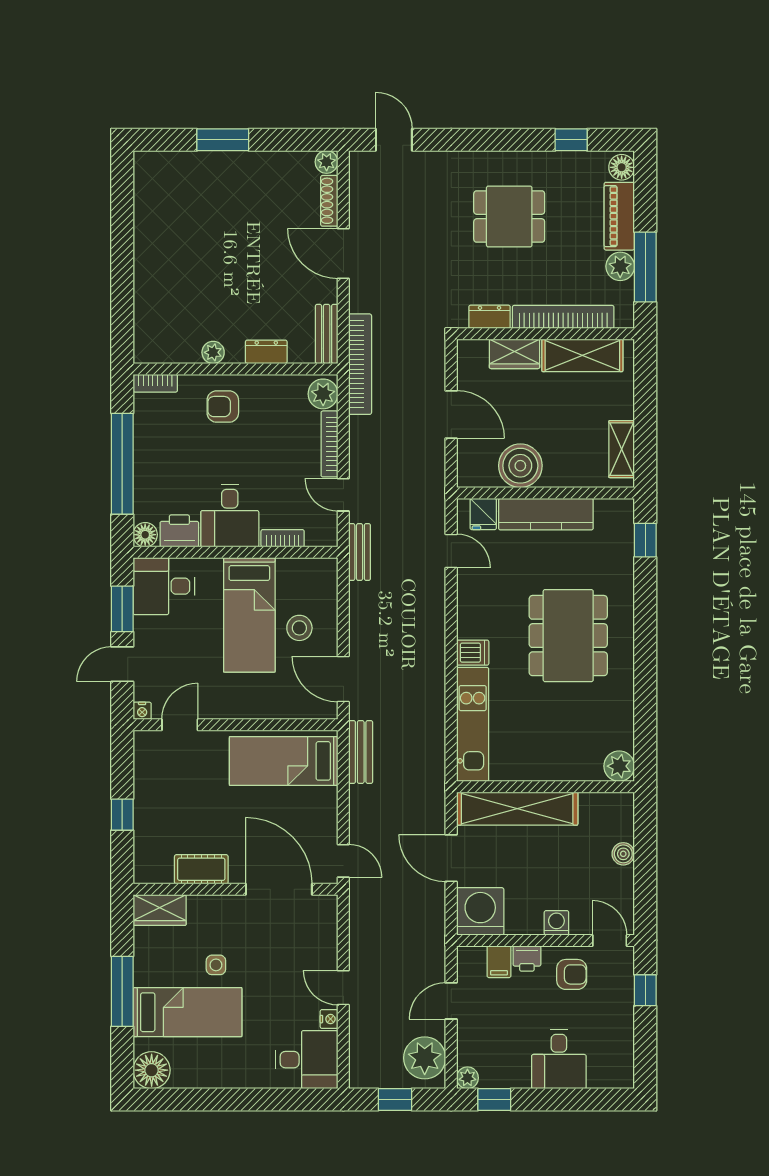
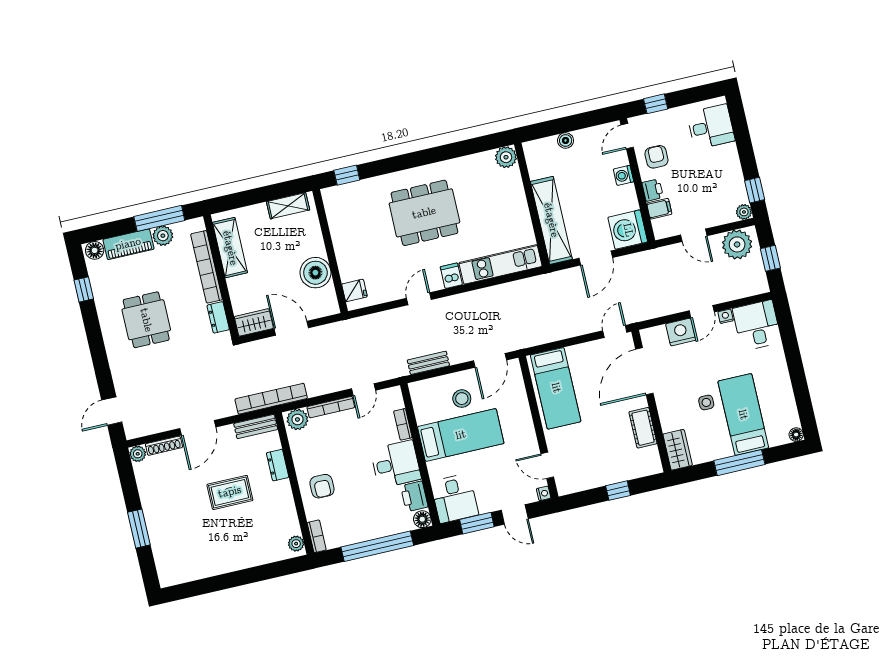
rug: (244, 277) -> (230, 492), added
plant: (213, 352) -> (296, 544), moved
wardrobe: (514, 354) -> (254, 322), moved, turned -90
door: (451, 415) -> (291, 328), hinge flipped
kitchen counter: (546, 514) -> (345, 247), removed
door: (451, 551) -> (419, 299), moved
bench: (360, 552) -> (428, 363), moved
bench: (361, 752) -> (537, 337), removed
nightstand: (322, 952) -> (681, 332), added
desk: (559, 1059) -> (711, 127), moved
floor lamp: (152, 1070) -> (796, 435), width x0.53, depth x0.53

